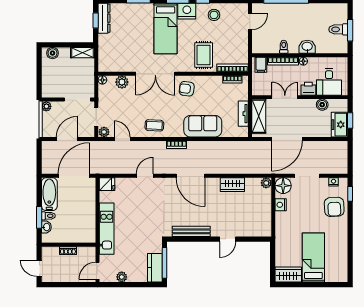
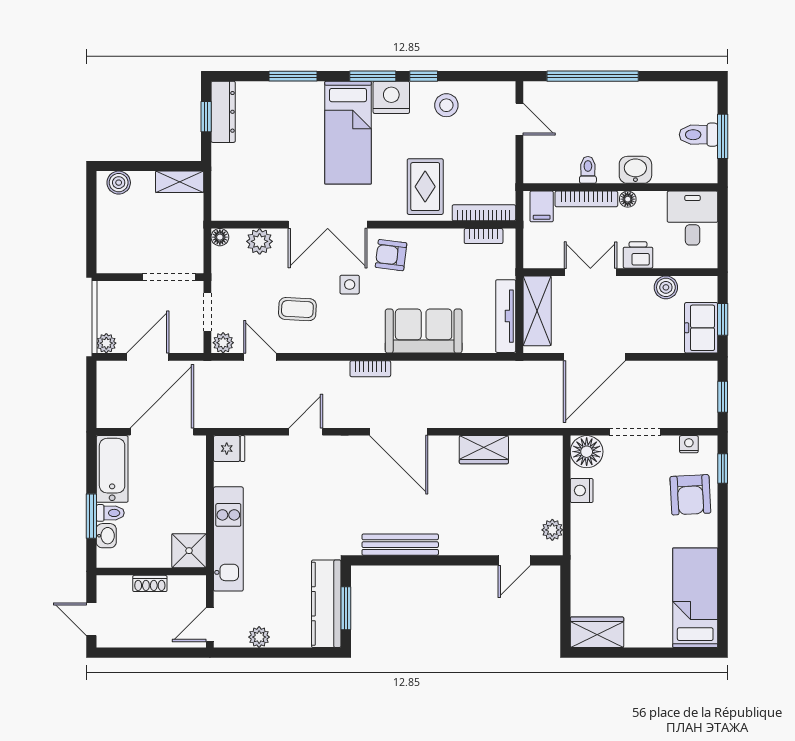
door: (250, 22) -> (519, 119), hinge flipped
desk: (329, 82) -> (693, 218), moved, turned 180
side table: (166, 103) -> (350, 285), added
plant: (46, 106) -> (106, 343), moved
tv unit: (243, 114) -> (506, 316), width x1.41
coffee table: (154, 125) -> (297, 309), moved
window: (350, 159) -> (723, 397), added
plant: (266, 183) -> (552, 530), moved
shower: (87, 234) -> (189, 551), added
door: (228, 239) -> (514, 560), moved
bed: (313, 258) -> (695, 598), moved
window: (164, 263) -> (346, 608), width x0.69
kitchen counter: (155, 268) -> (326, 604), width x1.50

